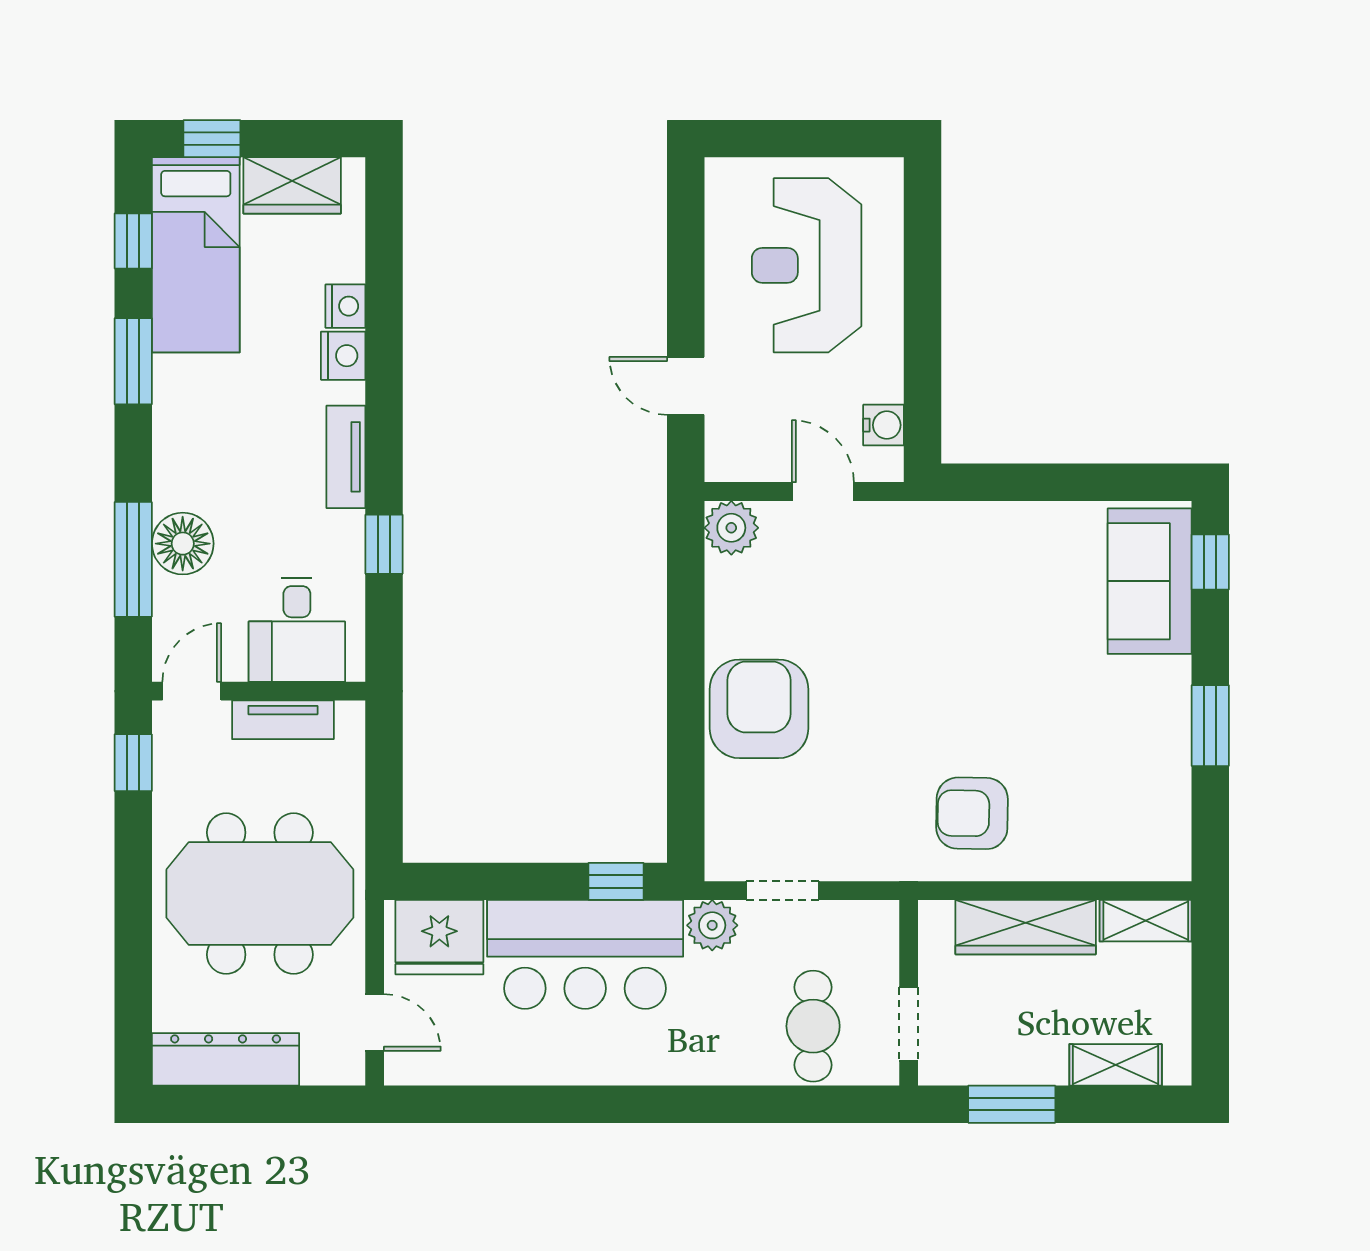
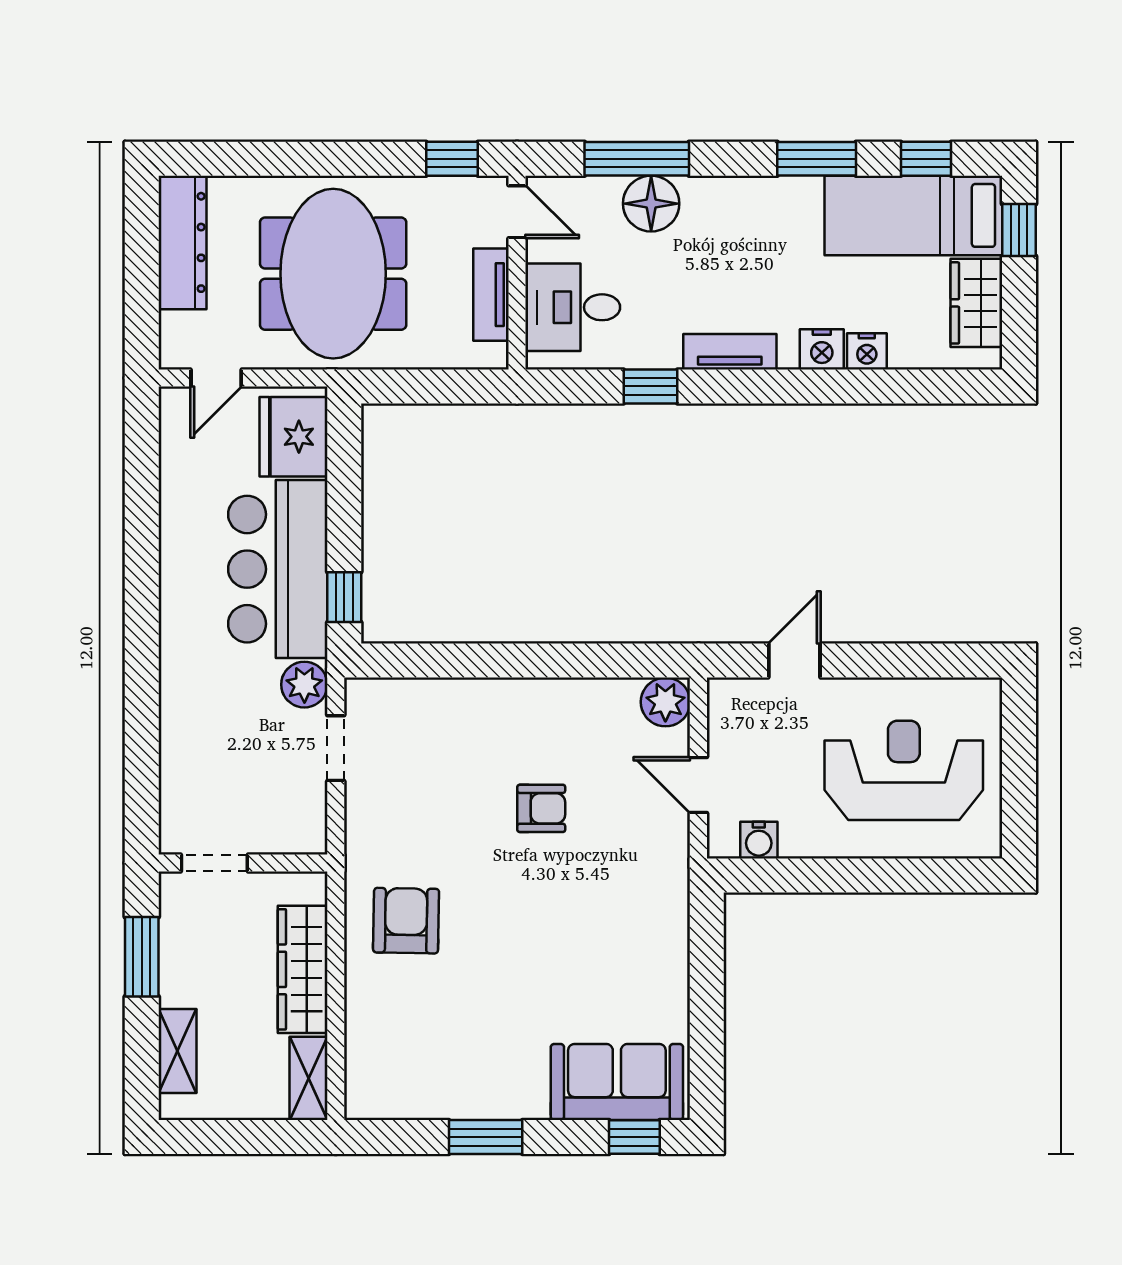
door: (823, 491) -> (698, 785), swing flipped
armchair: (759, 709) -> (541, 808), moved, width x0.53, depth x0.53
cafe table: (813, 1026) -> (213, 776), removed

